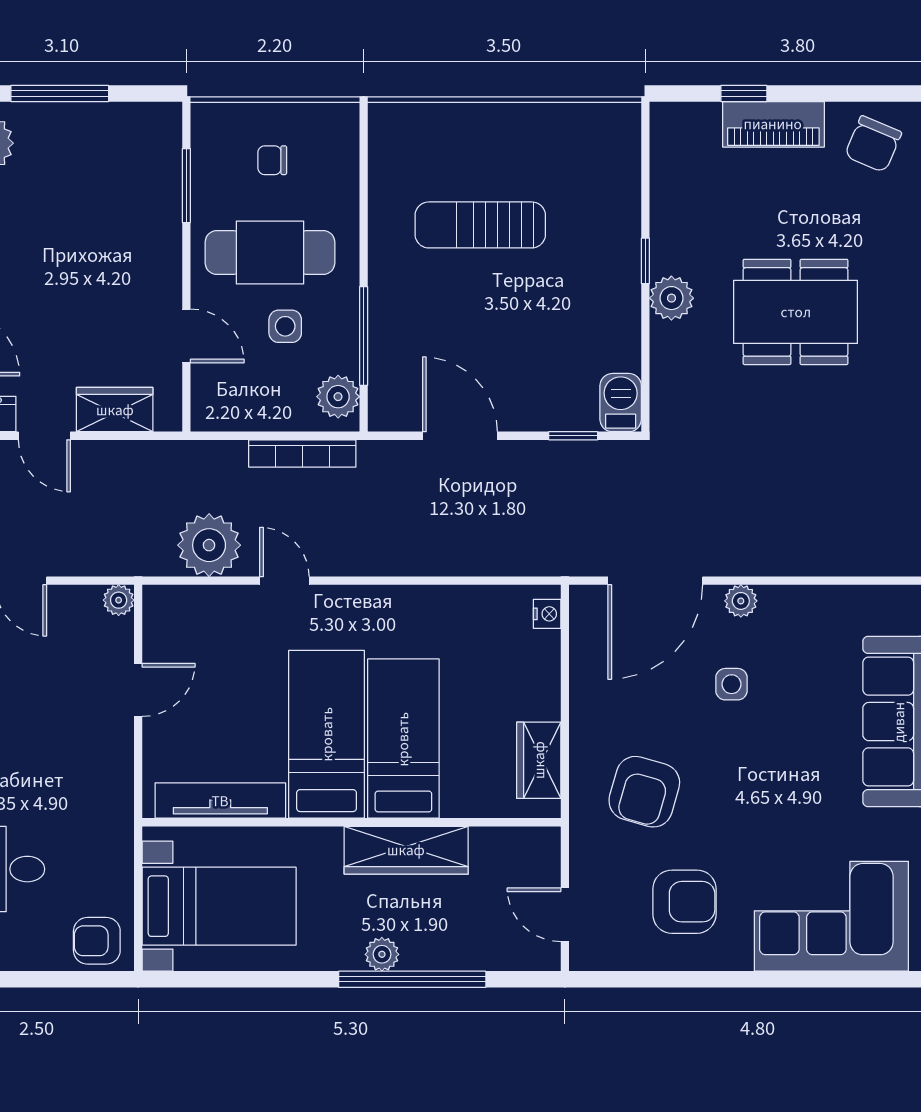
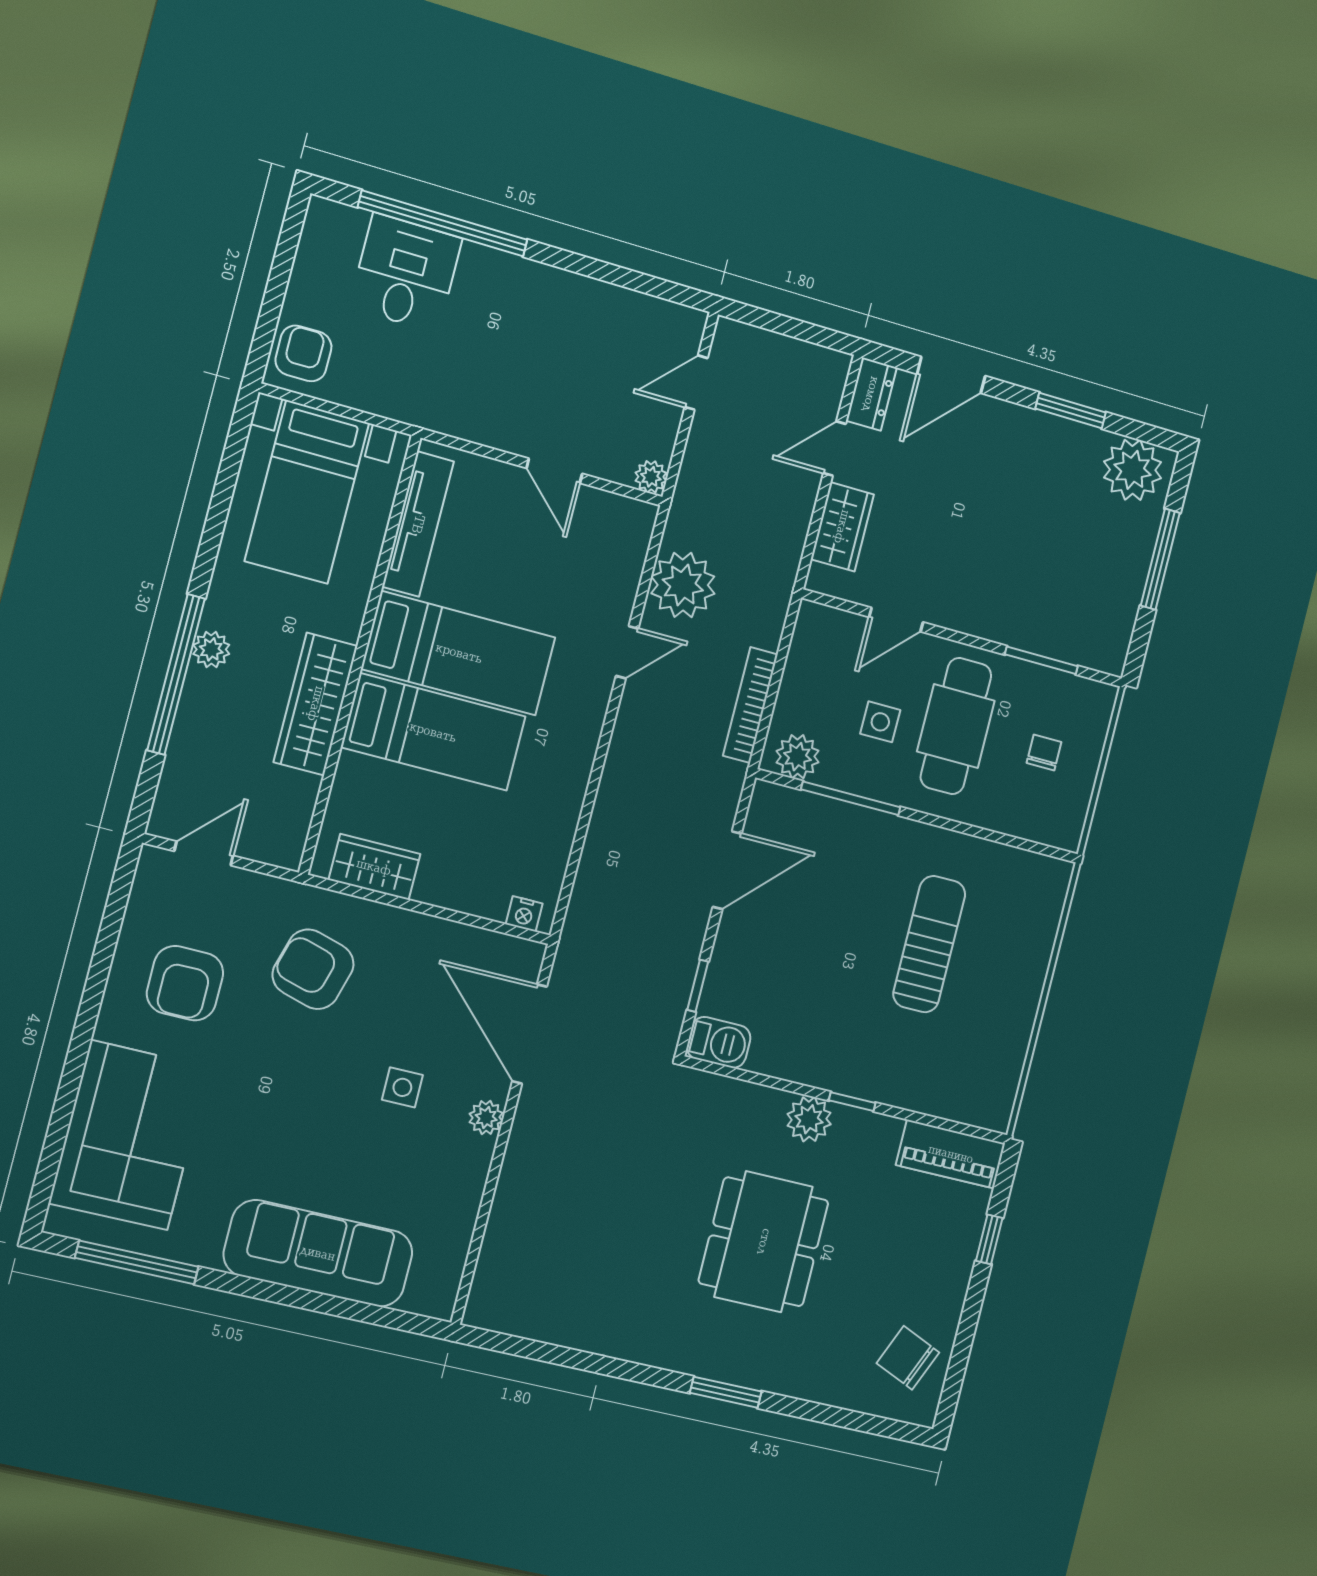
piano: (773, 124) -> (951, 1154), moved, turned -90

